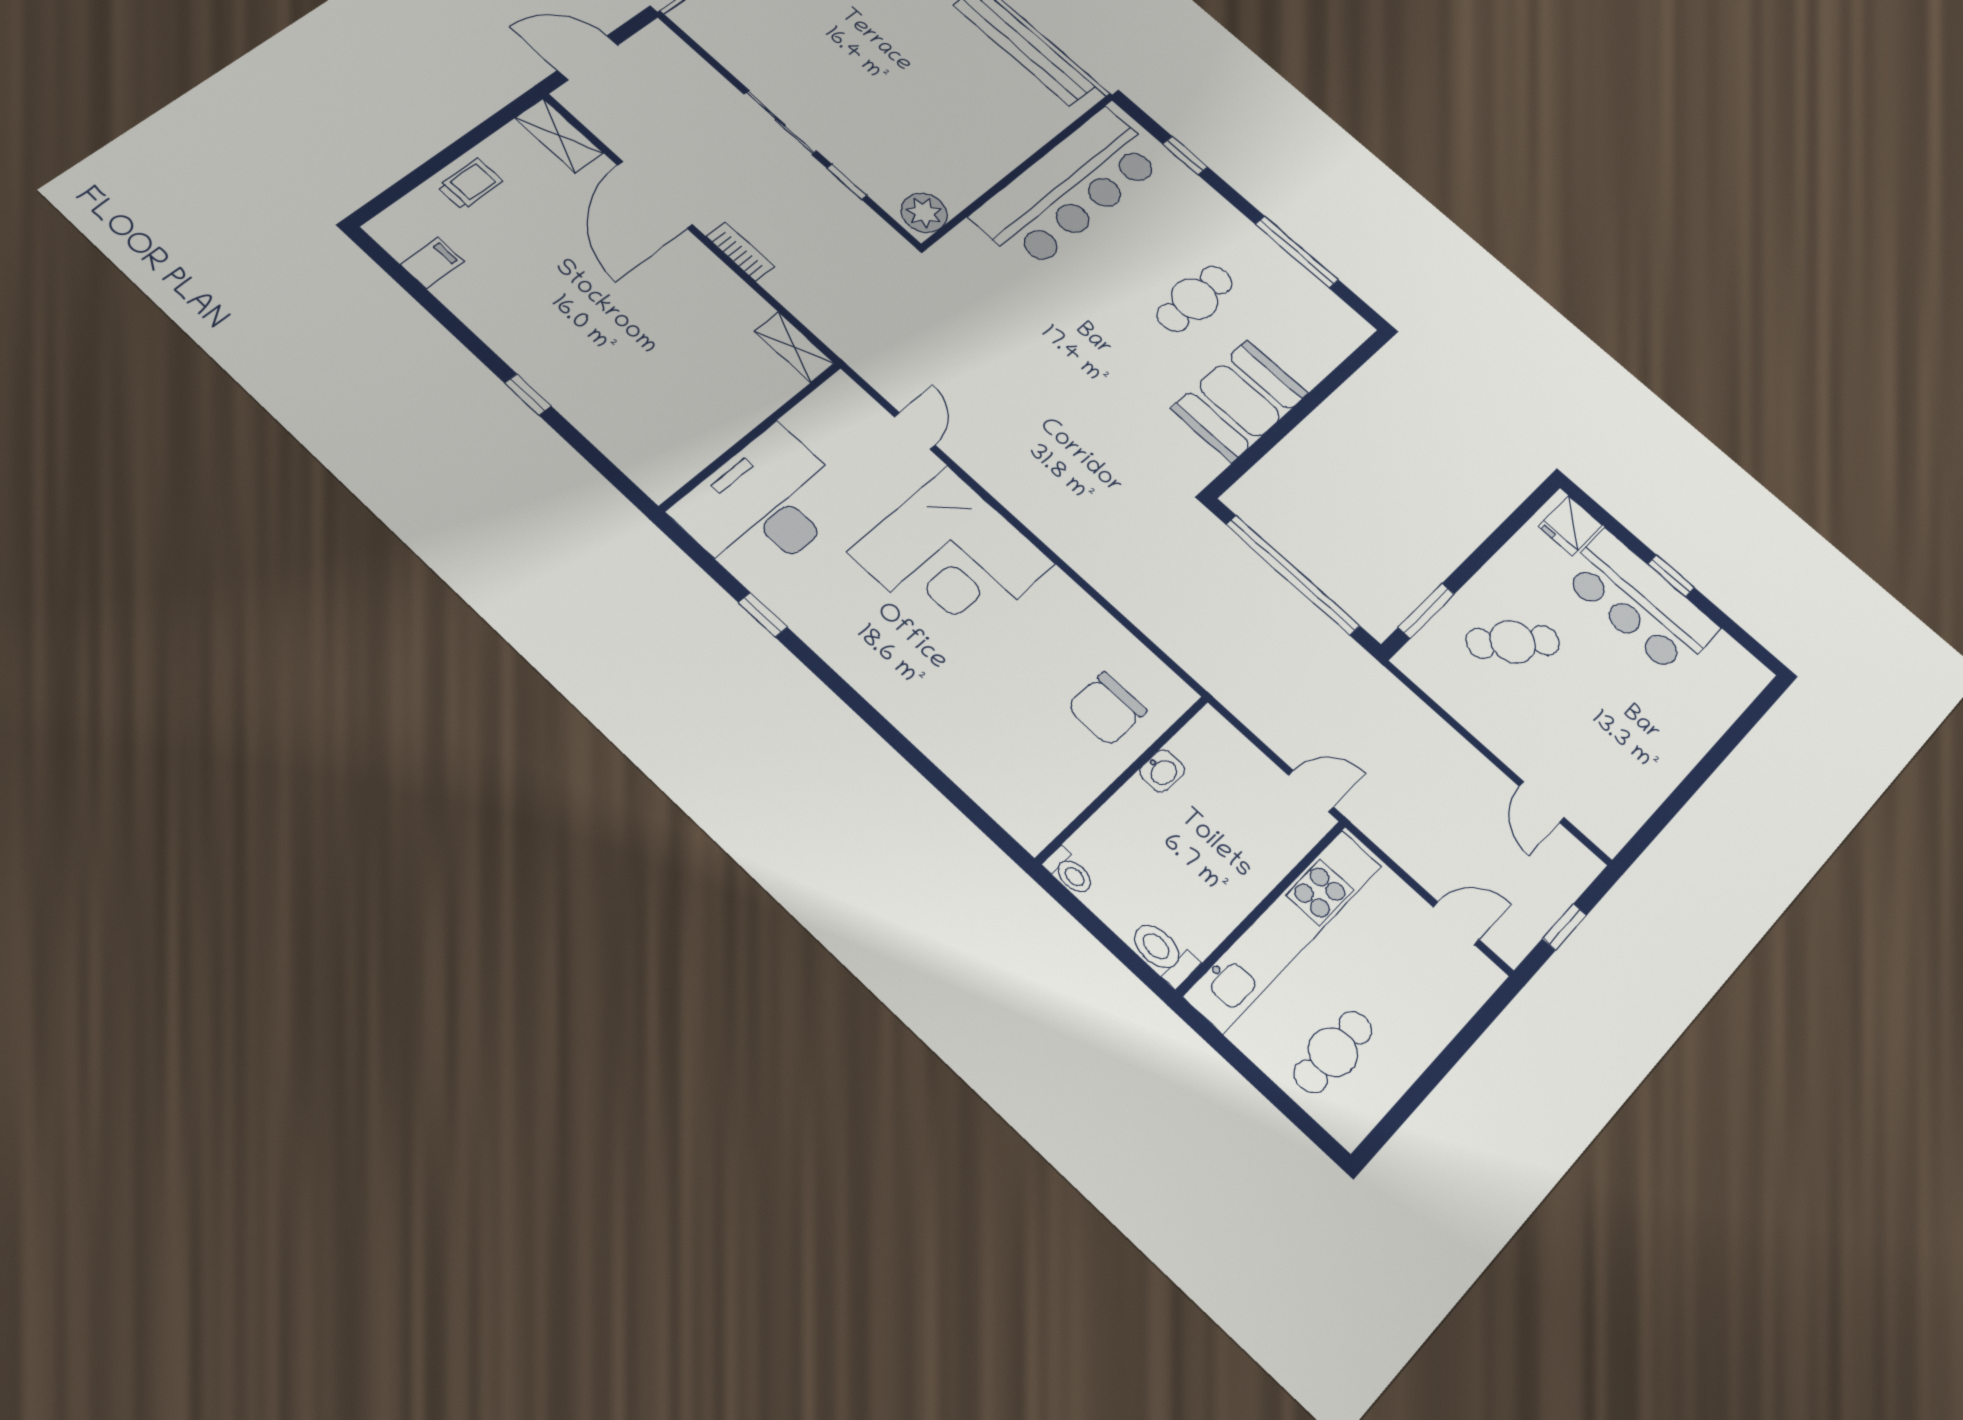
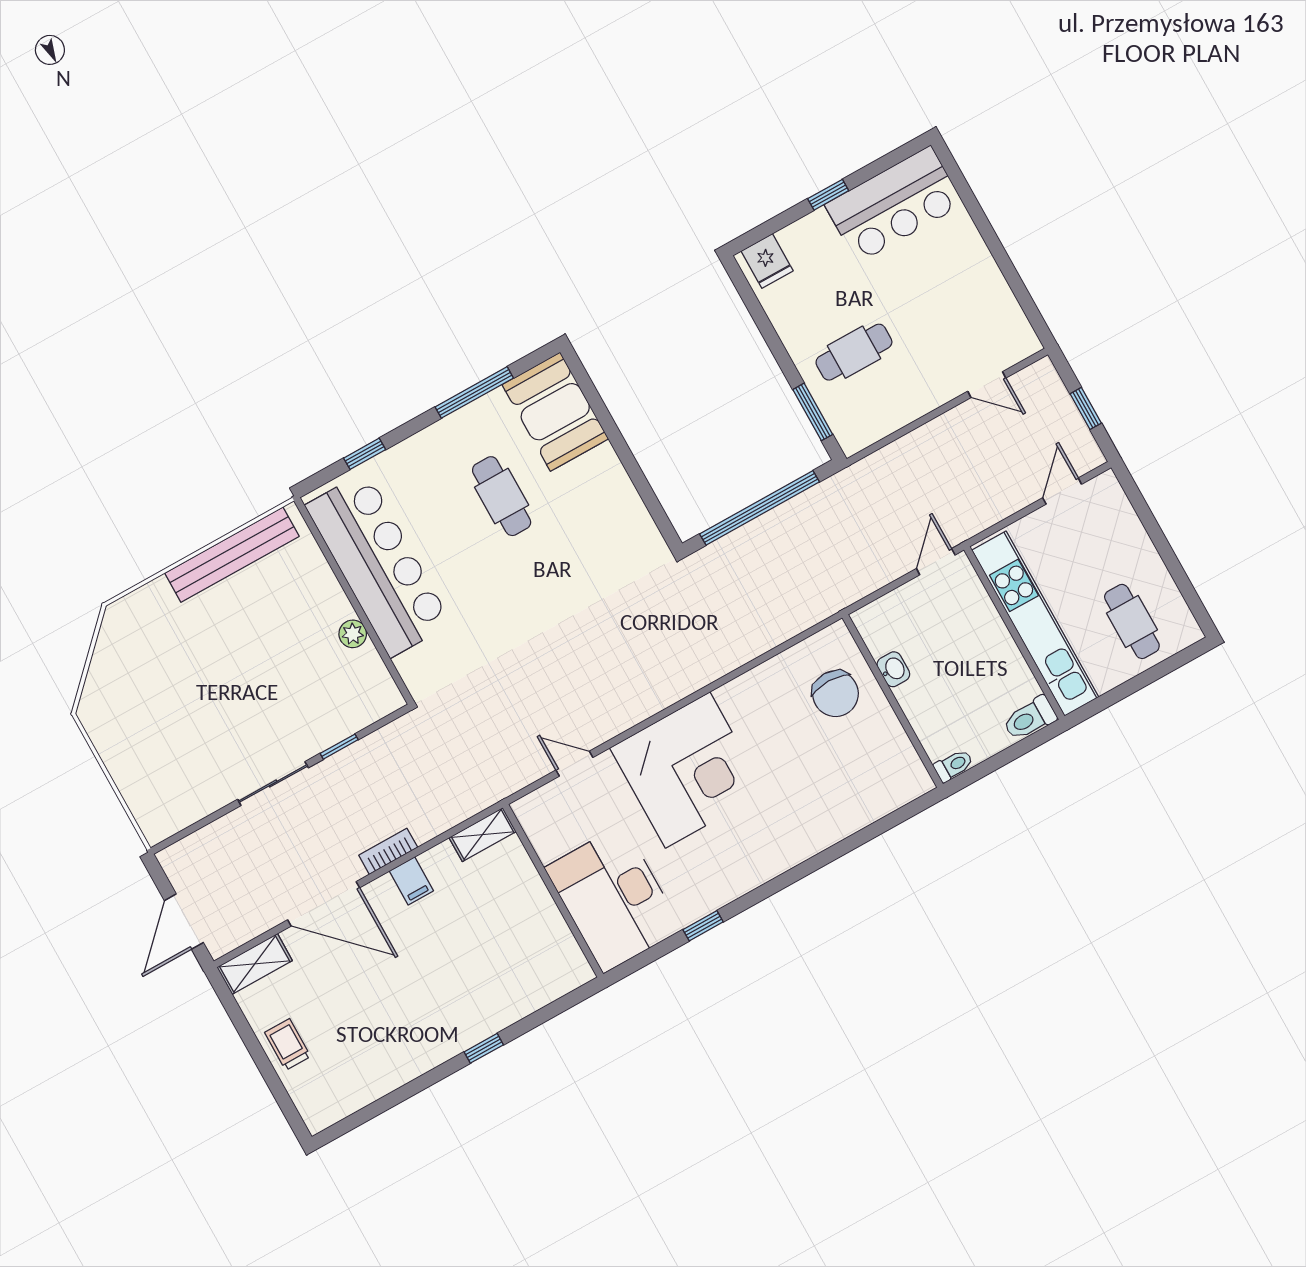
plant: (924, 213) -> (353, 634), moved, width x0.73, depth x0.73
filing cabinet: (432, 263) -> (411, 881), moved, turned 180
booth: (1240, 401) -> (555, 412), moved
bar counter: (1640, 602) -> (894, 204), moved
cafe table: (1513, 642) -> (854, 352), turned 51

